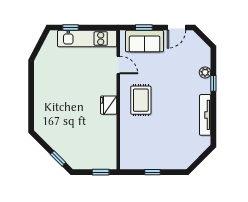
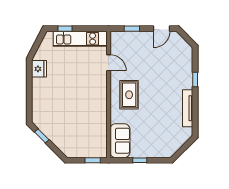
sofa: (145, 41) -> (120, 141), moved, turned -90
plant: (205, 72) -> (188, 70), removed
fridge: (109, 105) -> (39, 69), moved, turned 180
window: (58, 158) -> (42, 136), moved

